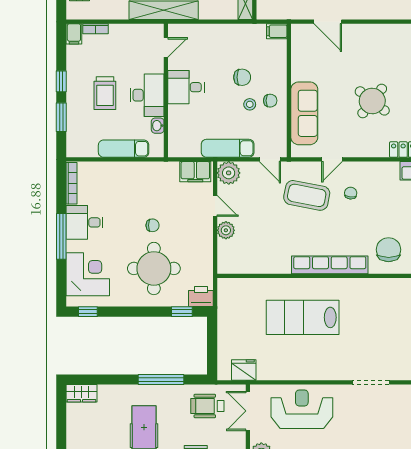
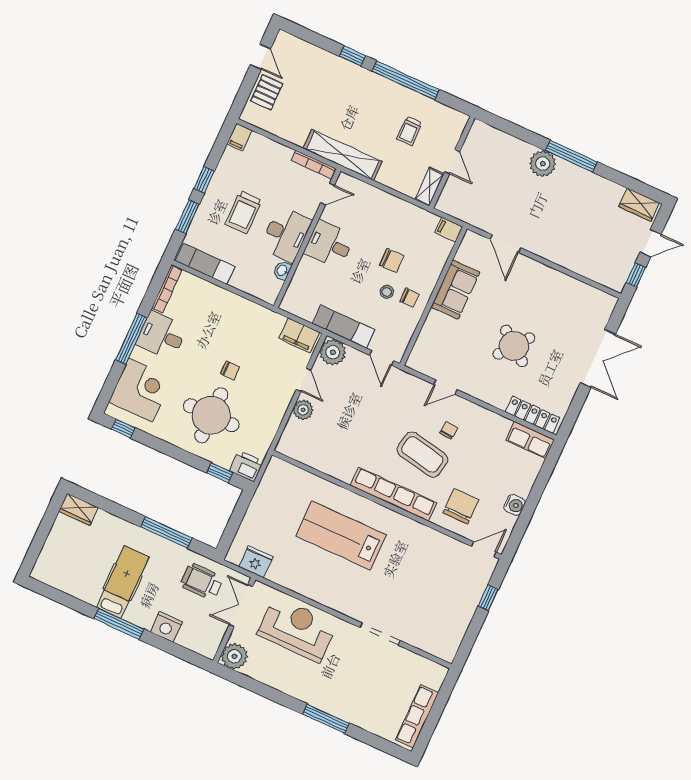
bookcase: (96, 29) -> (314, 165), moved, width x1.56
sofa: (304, 113) -> (455, 290), moved, width x0.73
exam couch: (124, 149) -> (205, 264), moved
coffee table: (307, 195) -> (422, 455), moved

